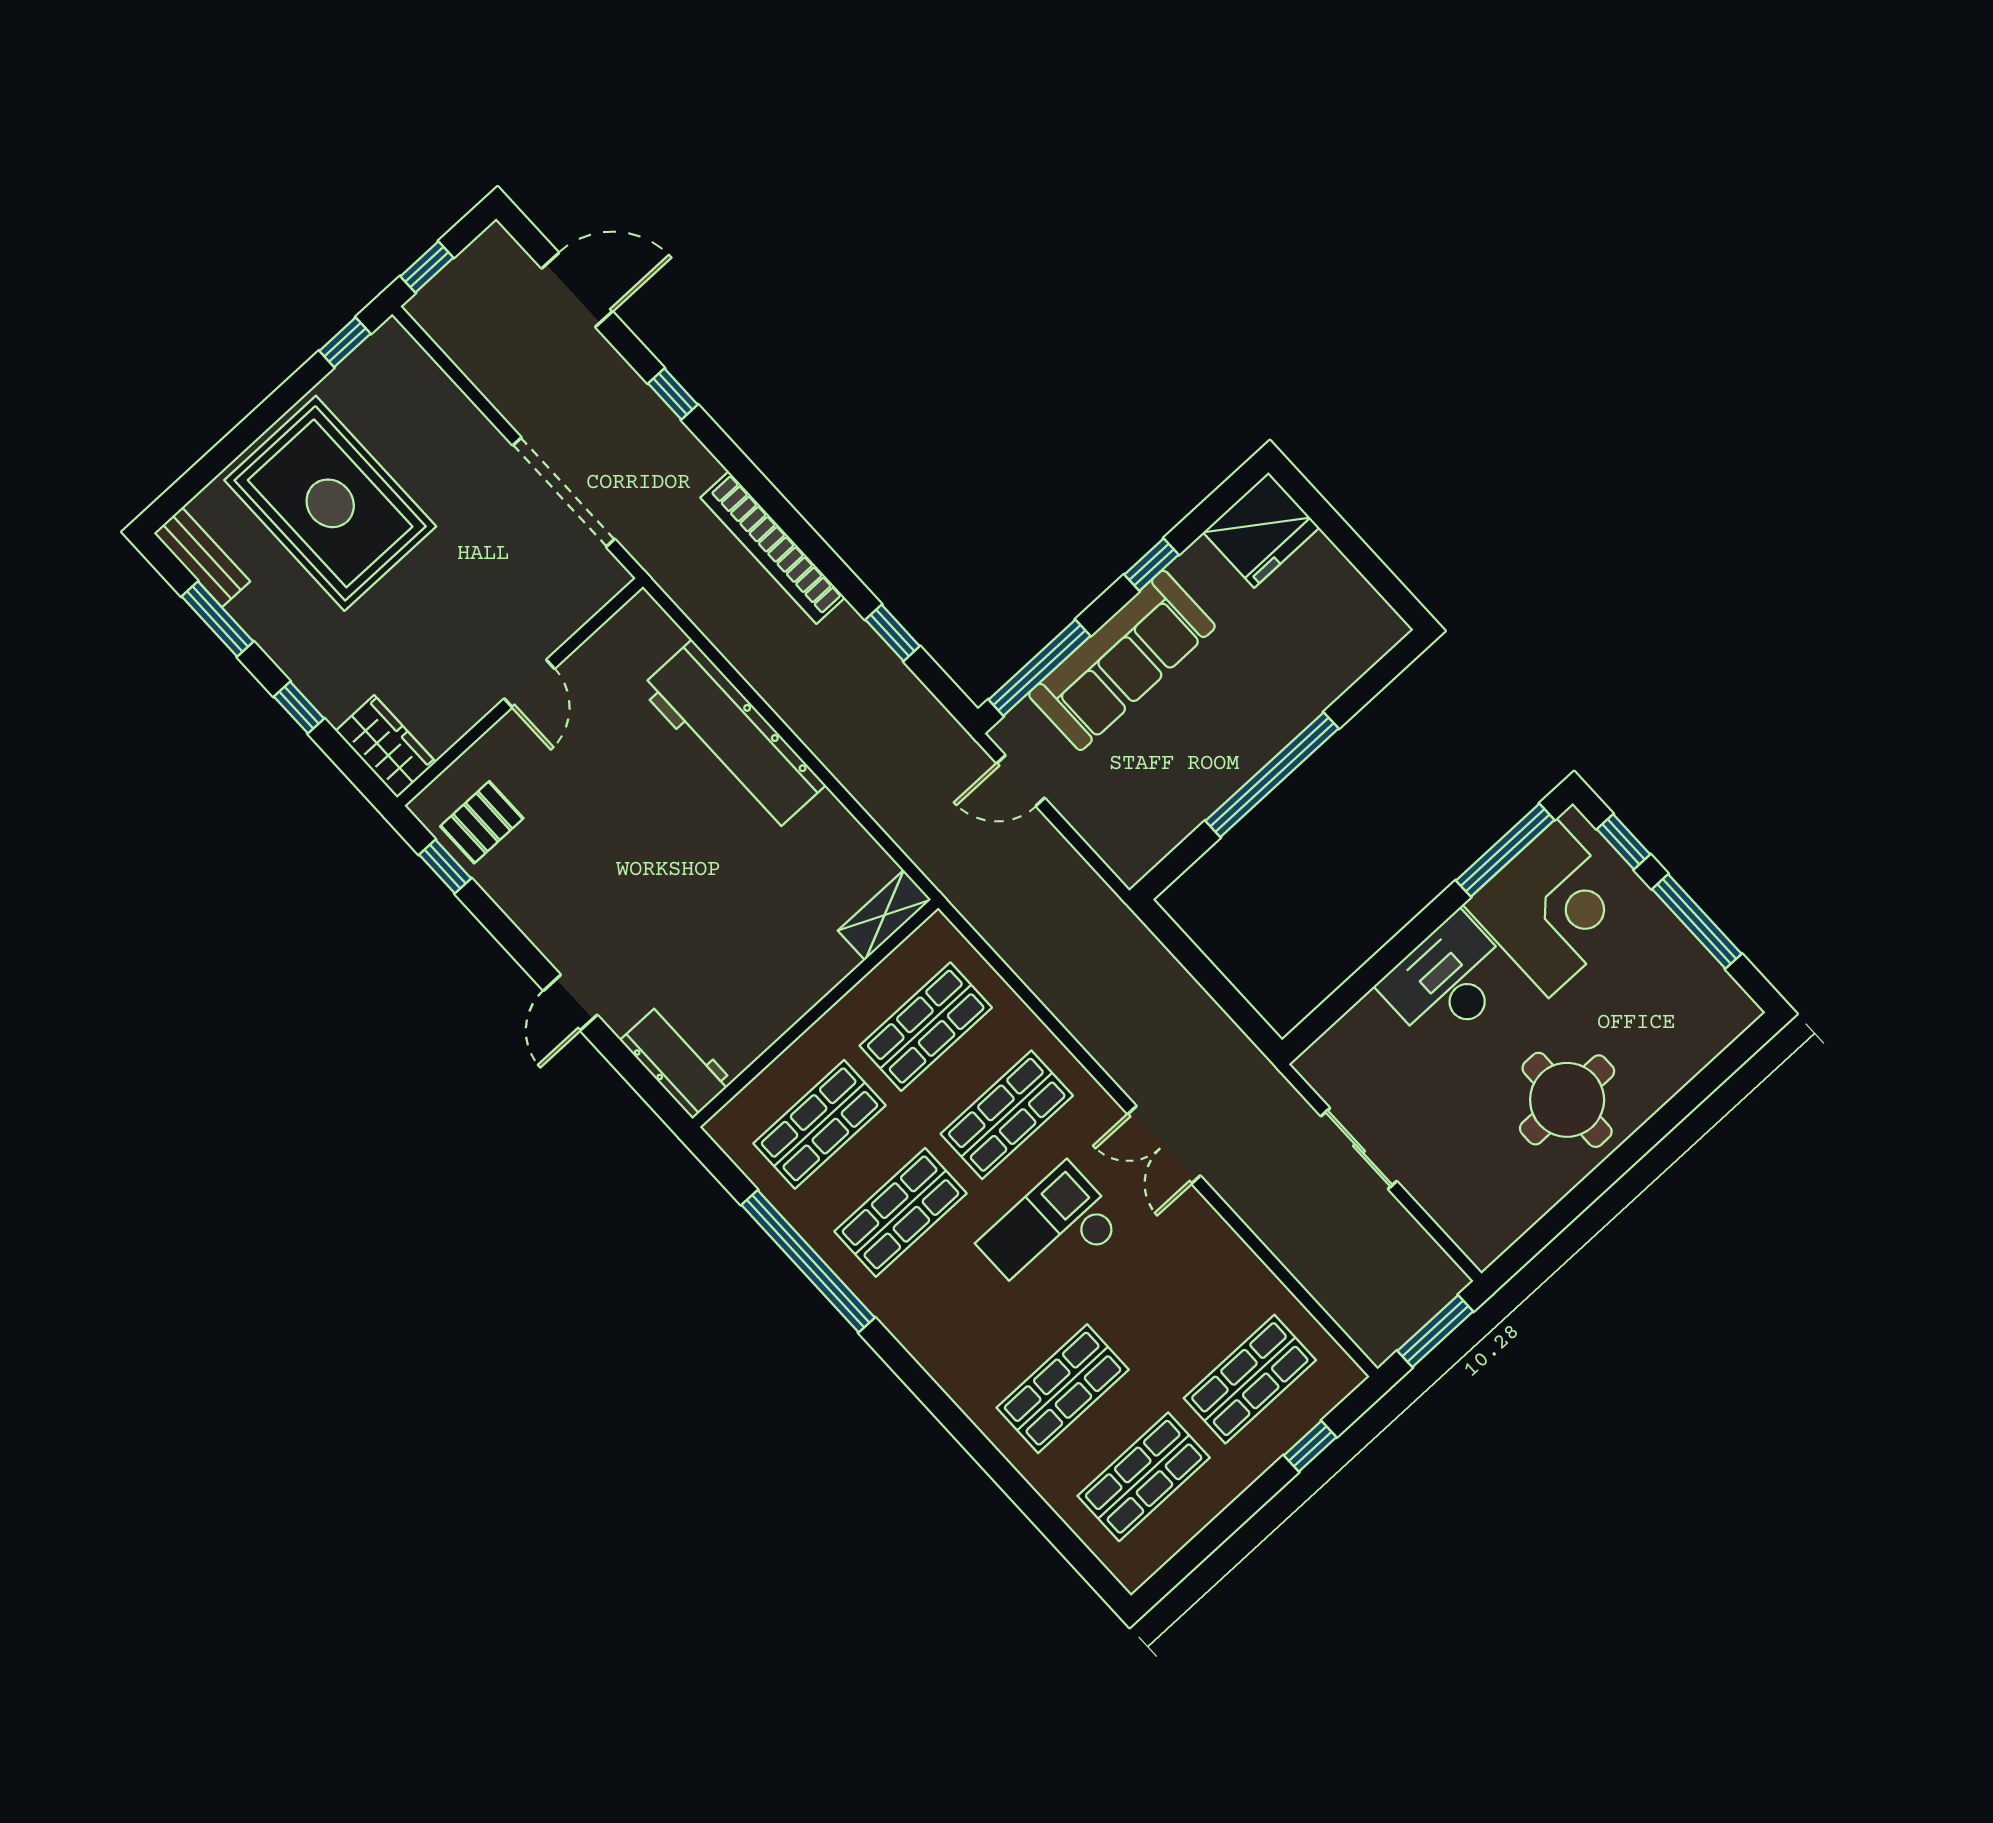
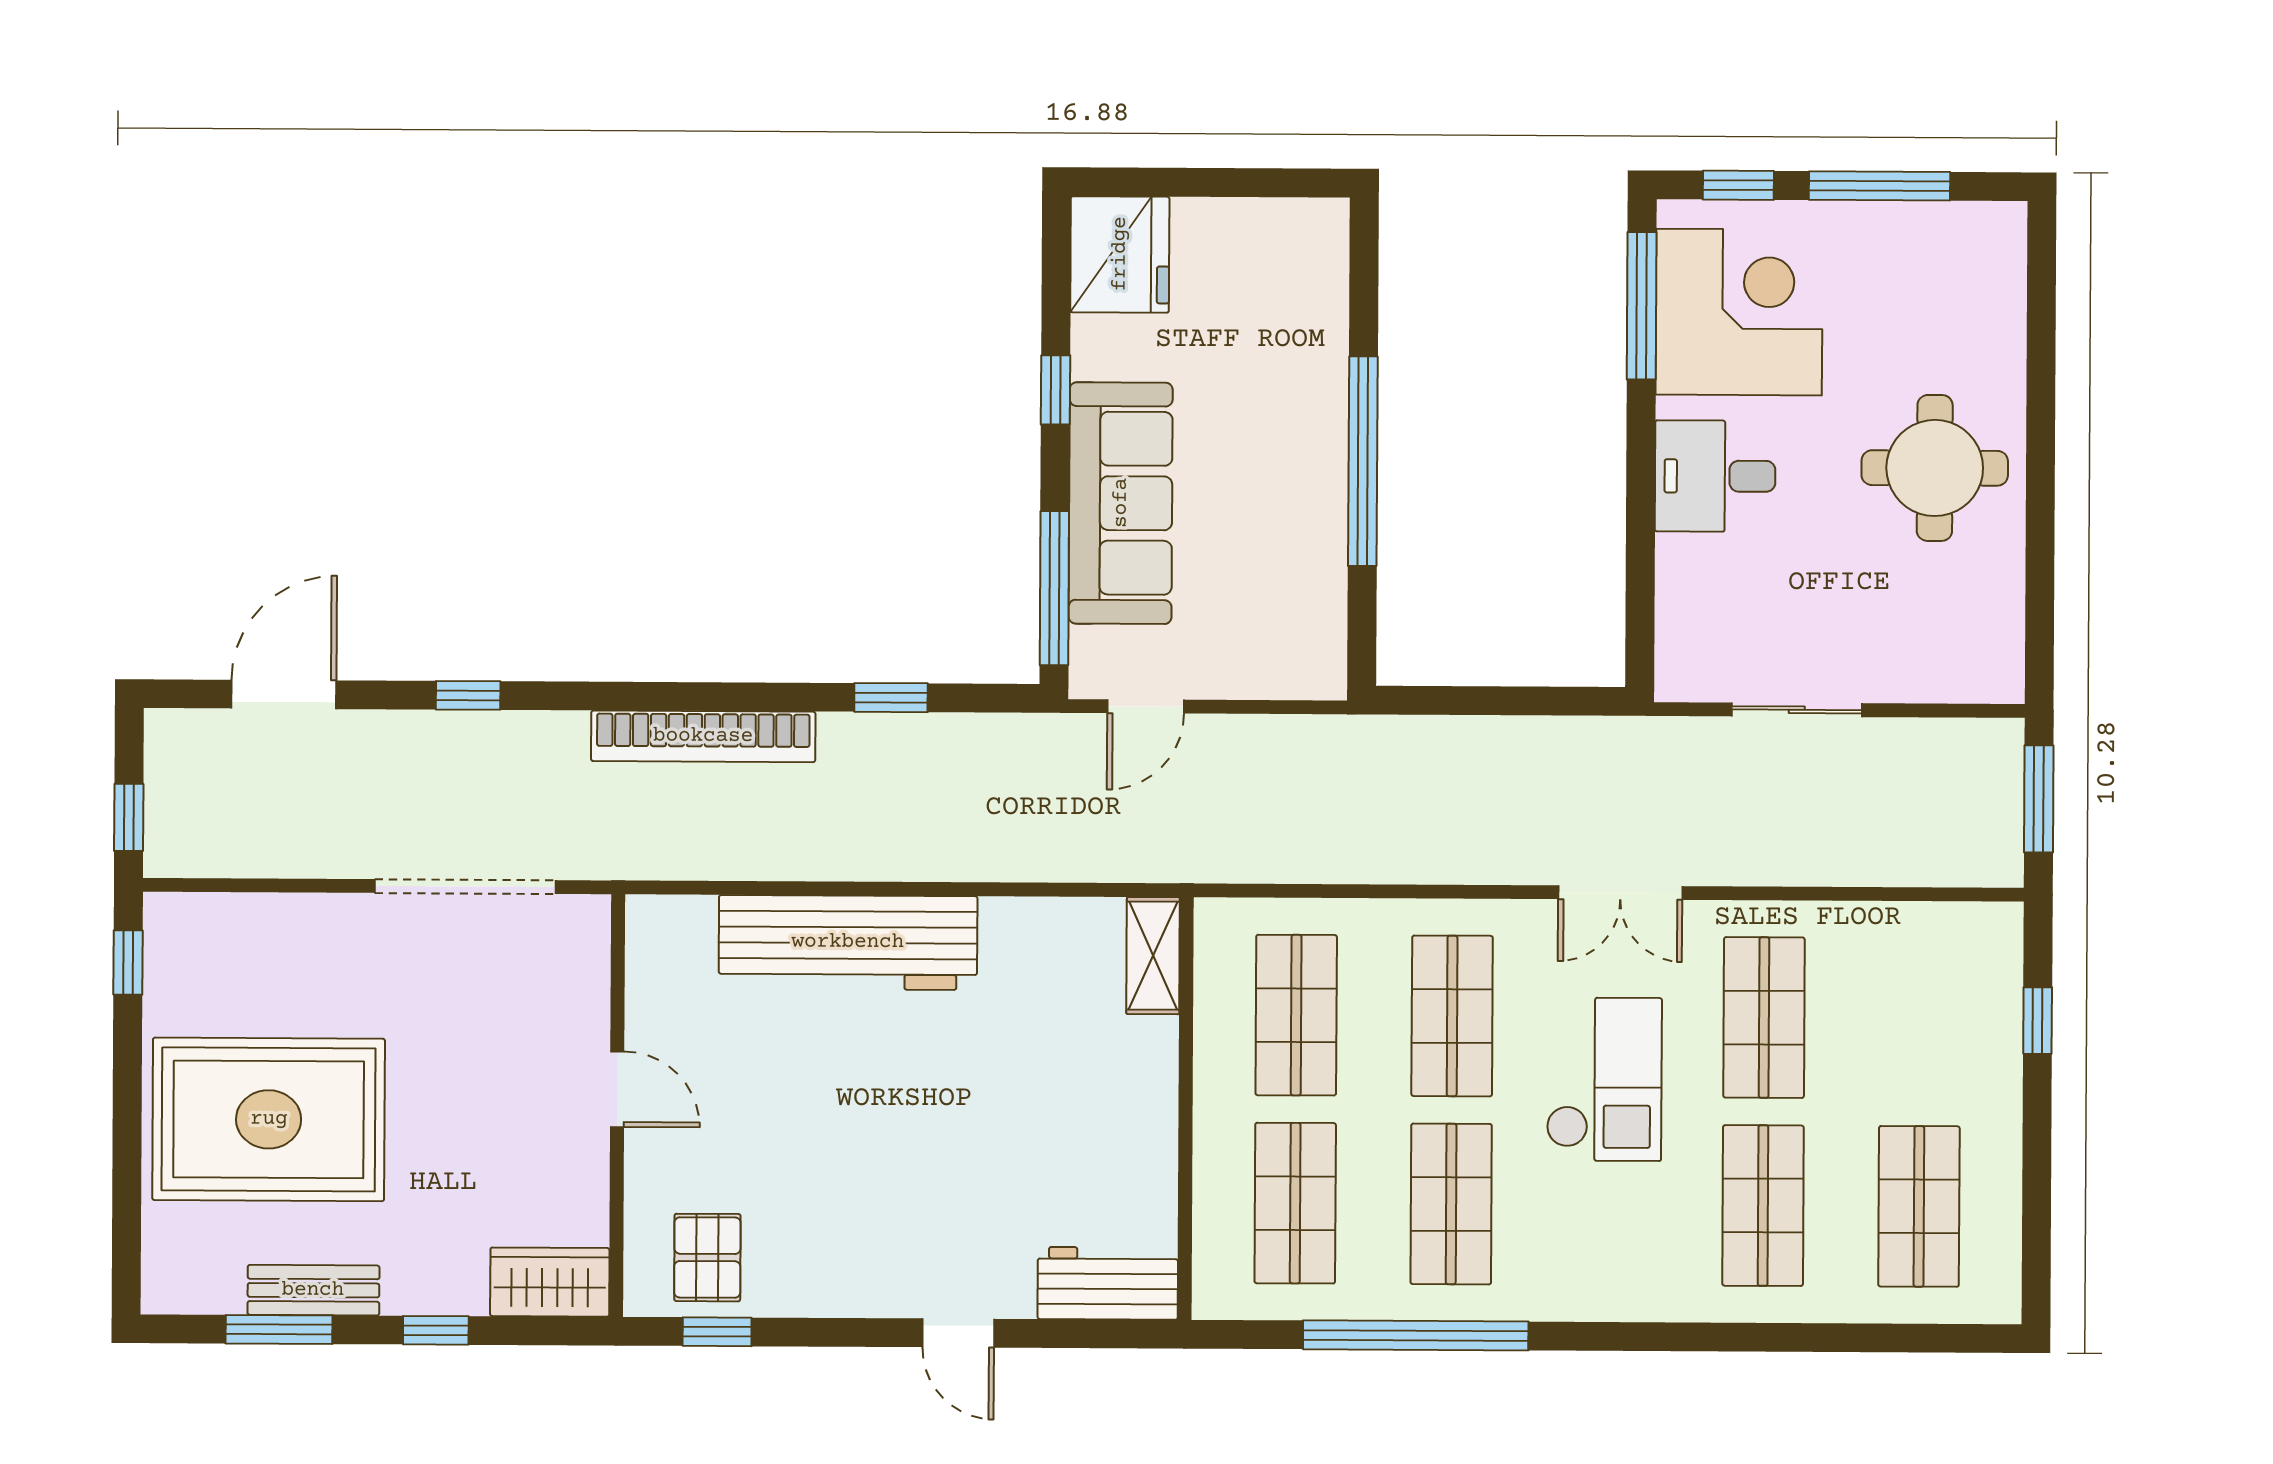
bench: (202, 557) -> (313, 1290), moved
desk: (1448, 981) -> (1715, 476), width x0.73
checkout: (1051, 1233) -> (1604, 1079), turned 180
shop shelf: (1250, 1379) -> (1764, 1018), moved

